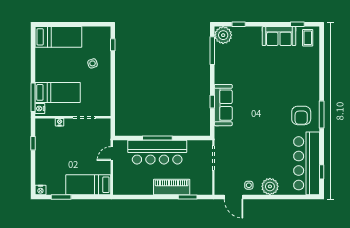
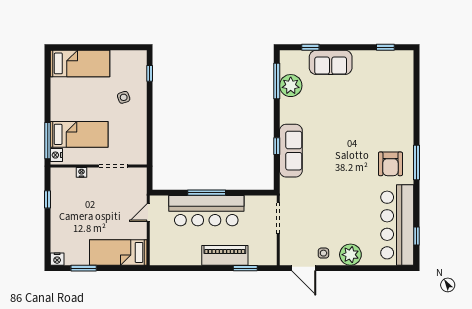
plant: (223, 35) -> (291, 86), moved
sofa: (279, 36) -> (331, 62), moved
coffee table: (308, 38) -> (399, 65), removed

